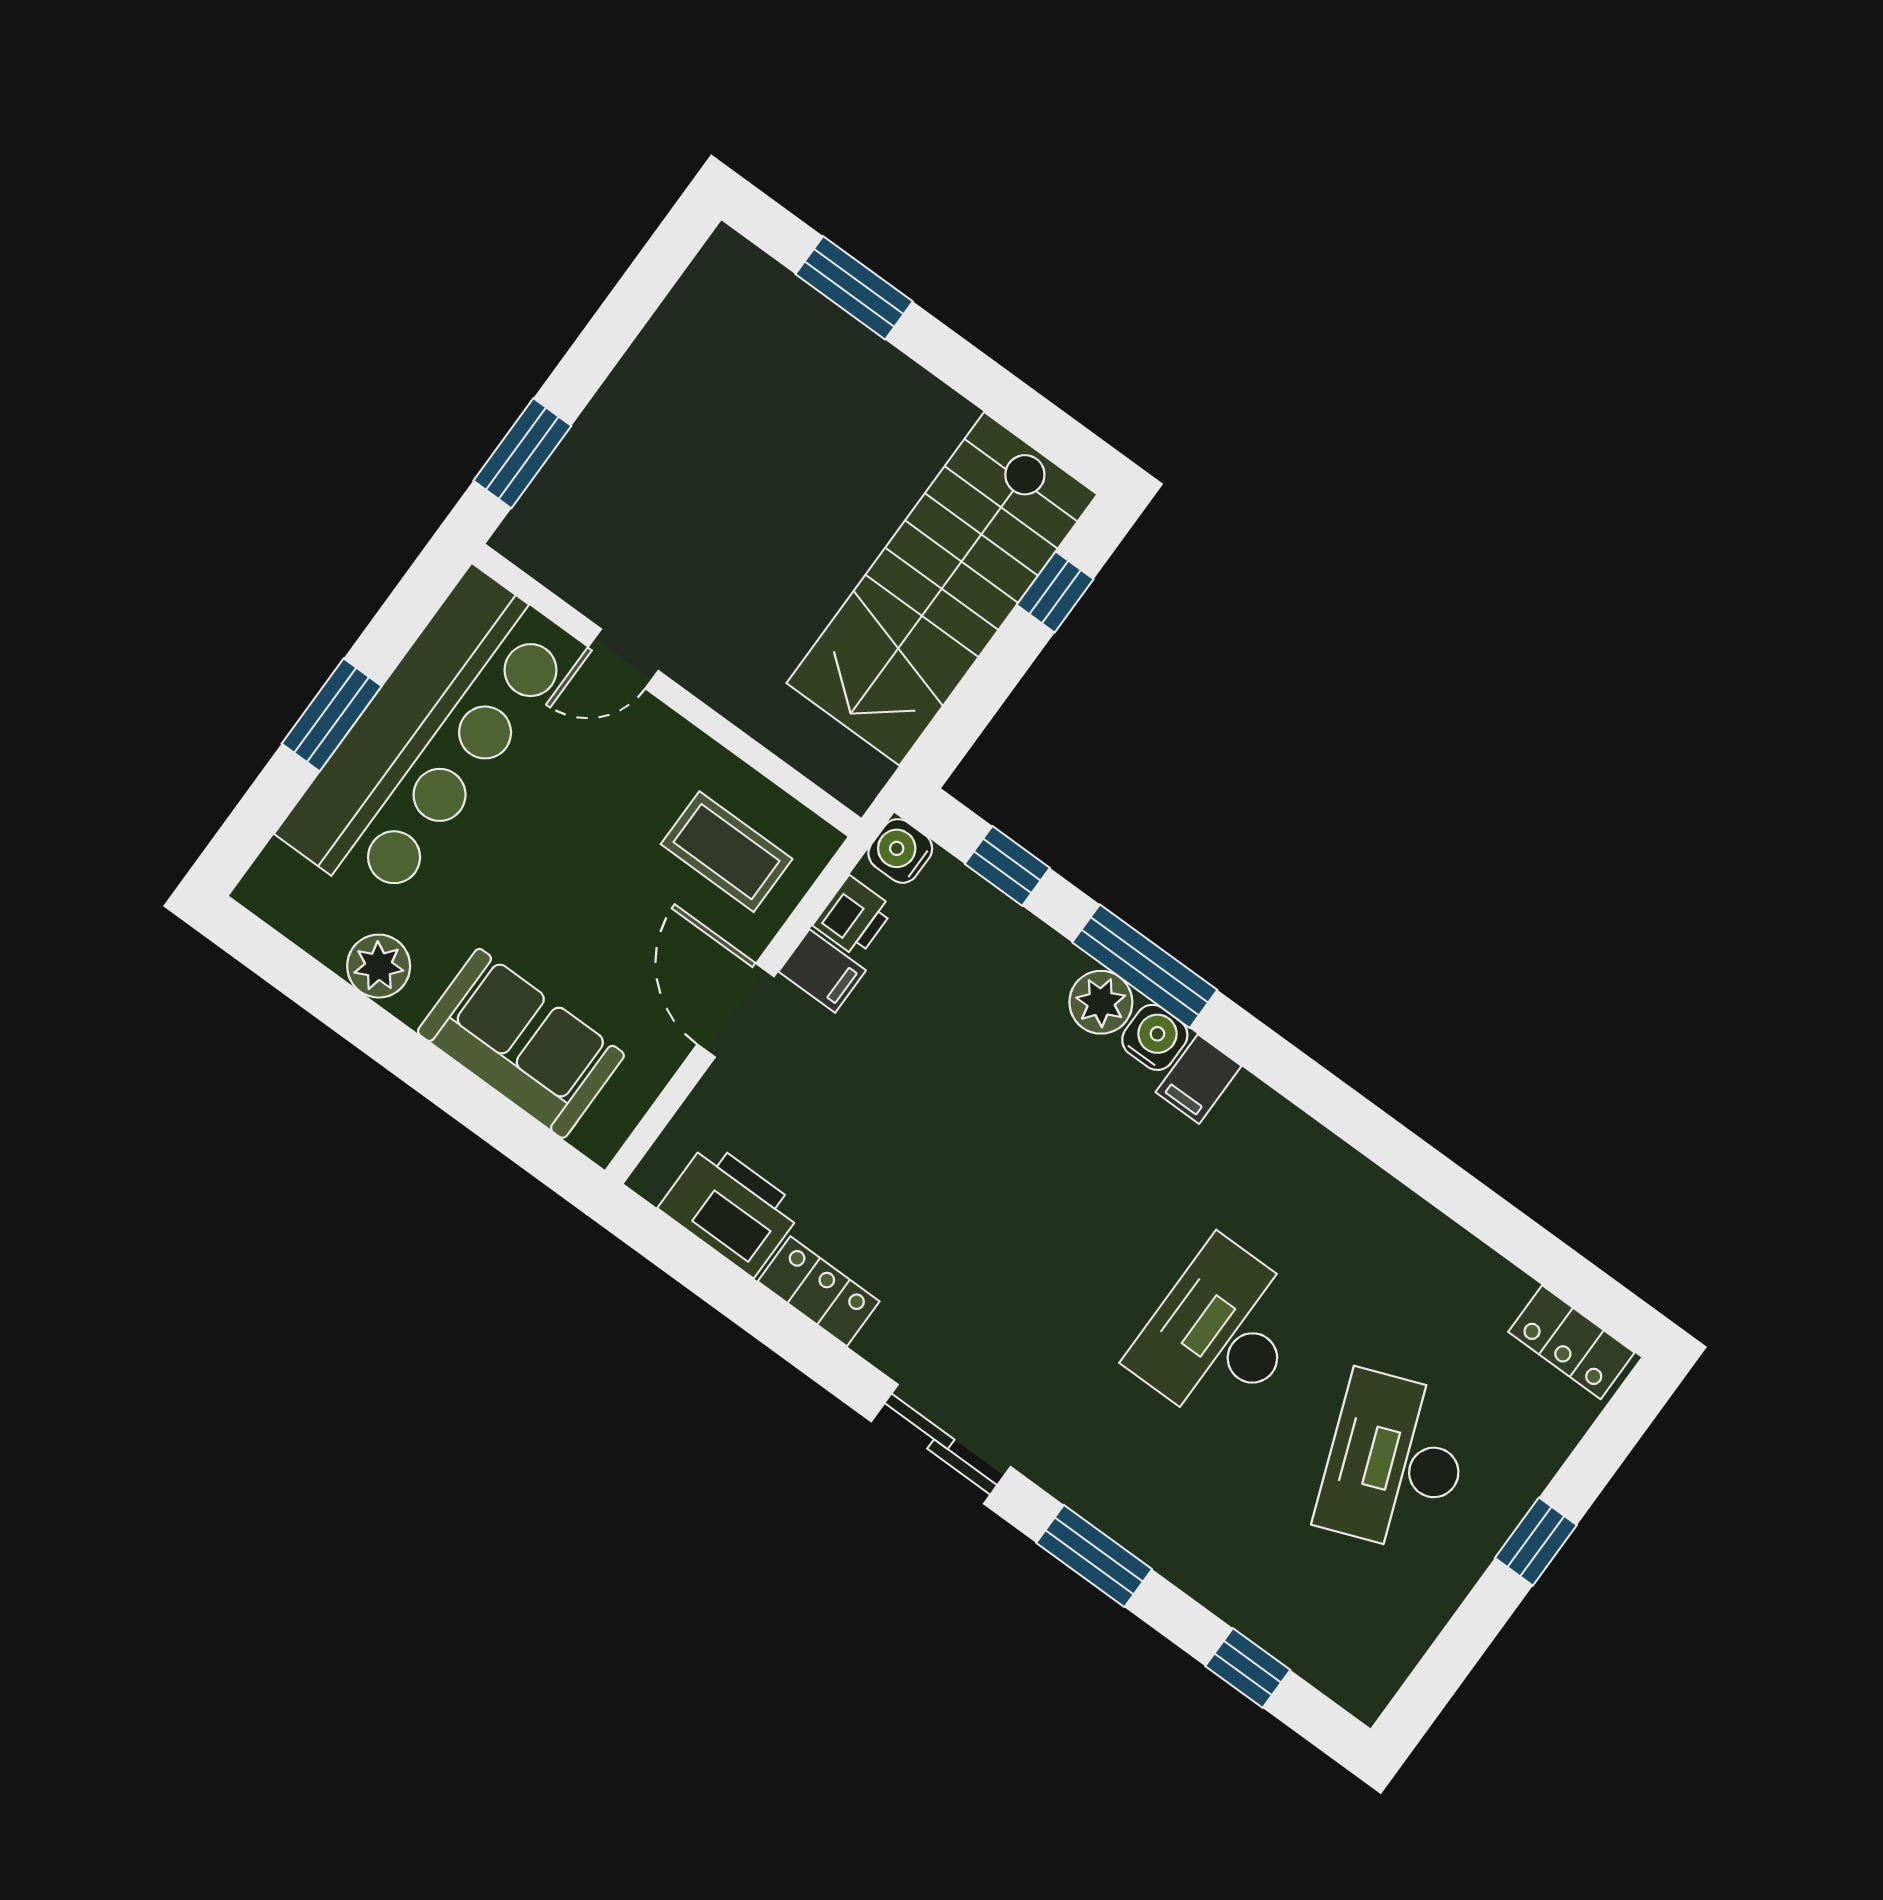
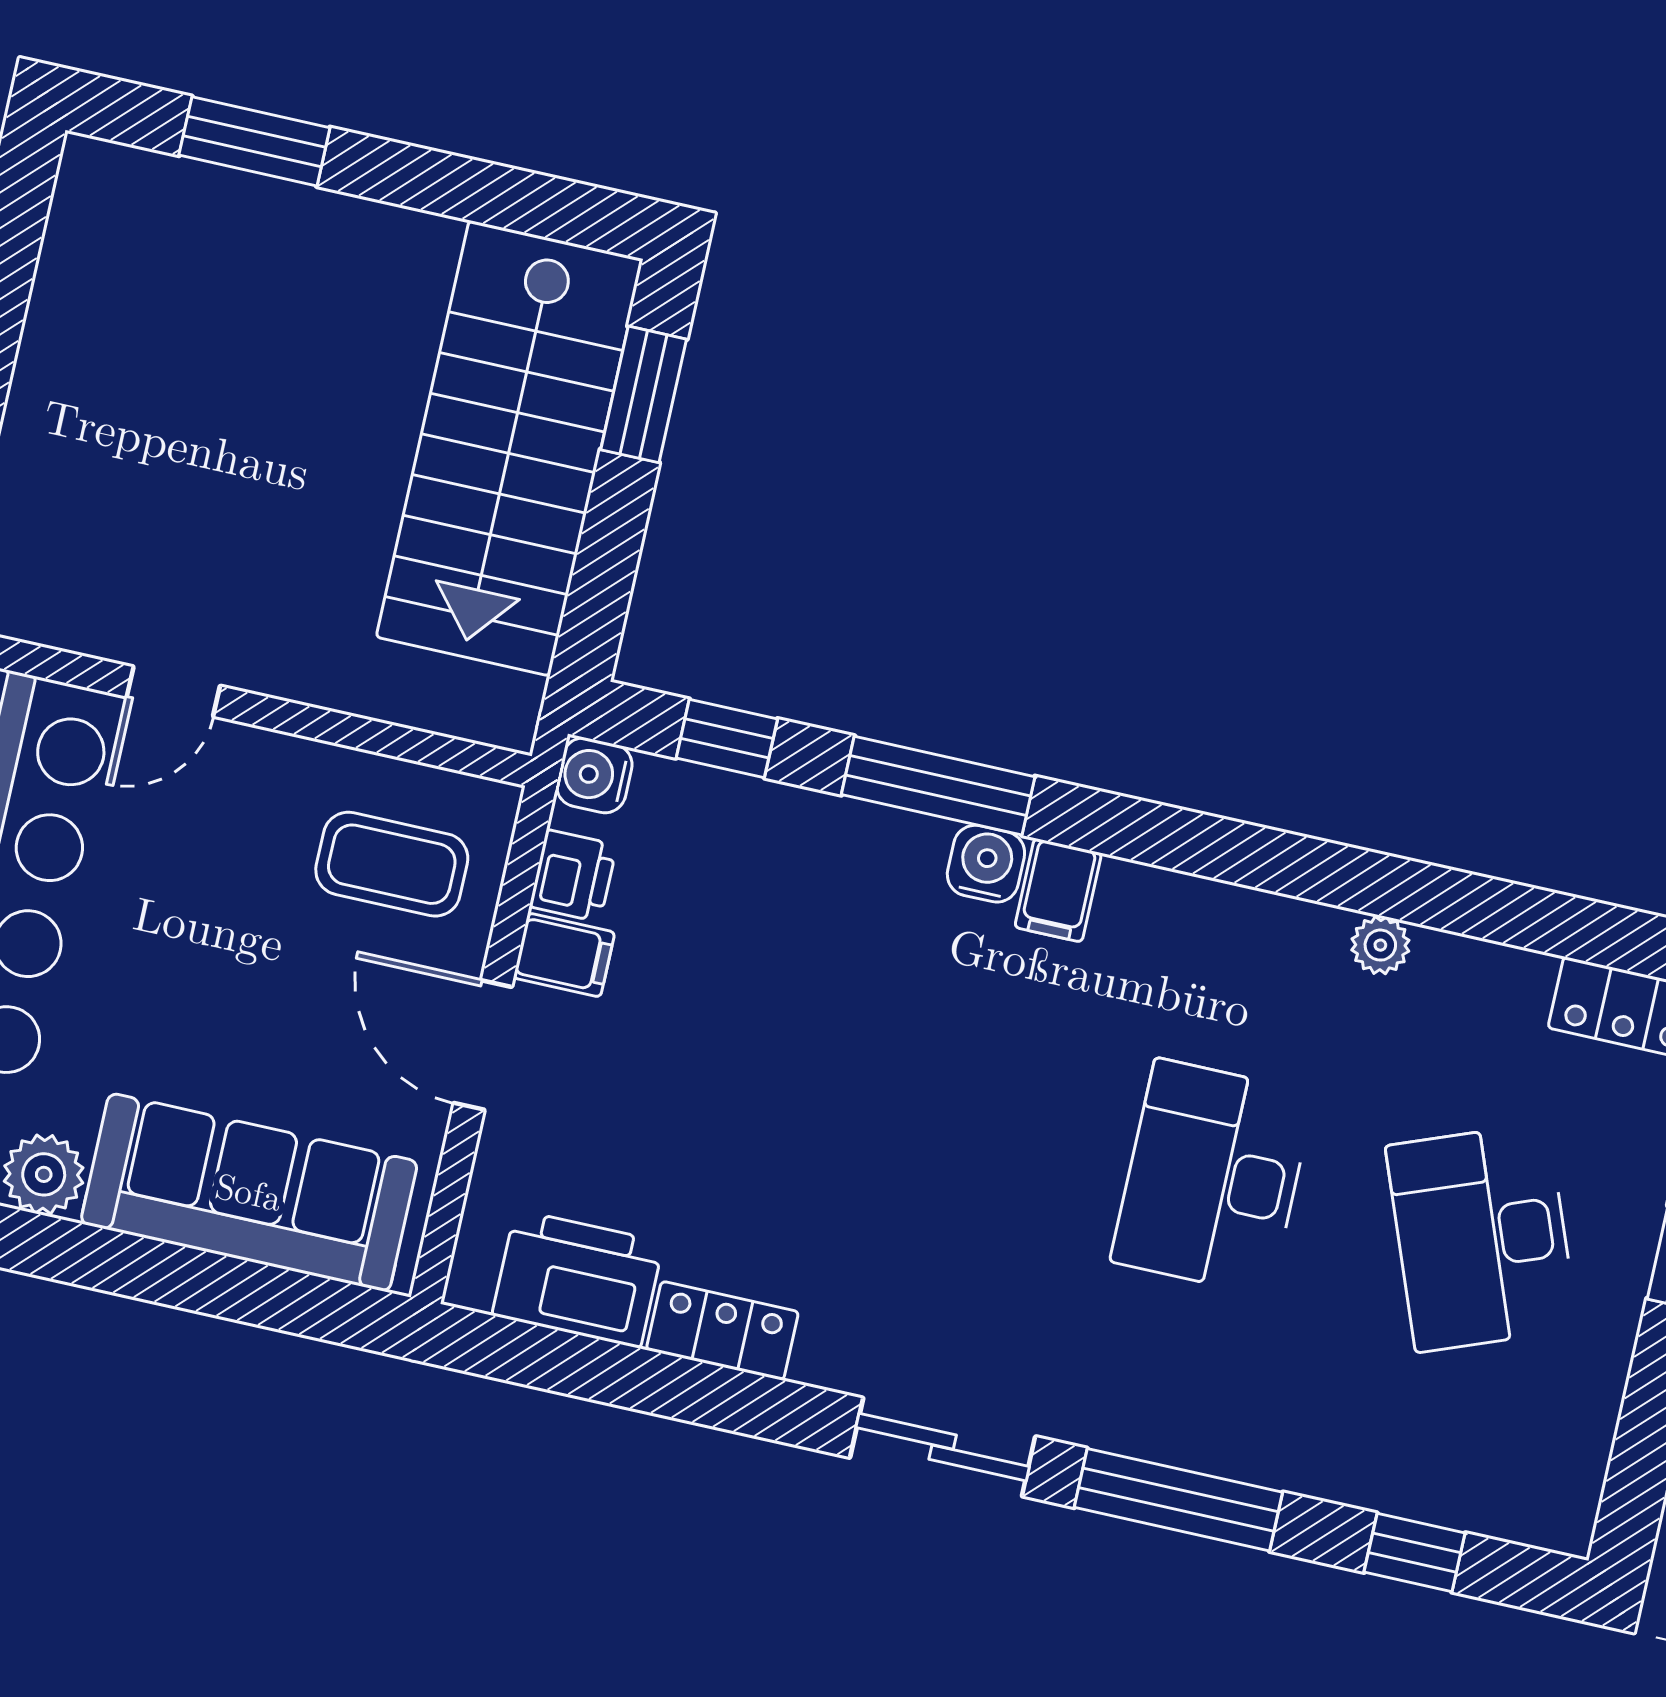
window: (1055, 592) -> (644, 394), width x1.50
plant: (1101, 1002) -> (1380, 945), moved, width x0.73, depth x0.73
sofa: (521, 1043) -> (249, 1192), width x1.36
window: (1094, 1556) -> (1178, 1500), width x1.44

